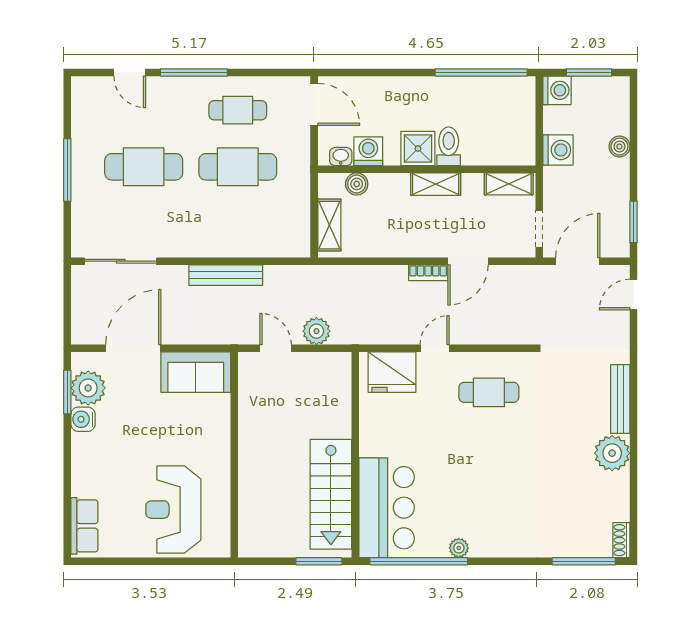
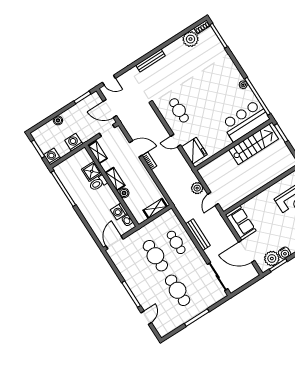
cafe table: (238, 110) -> (176, 242), moved
shower: (418, 149) -> (92, 171), moved
boiler: (357, 184) -> (124, 193), moved
plant: (612, 453) -> (191, 39), moved

